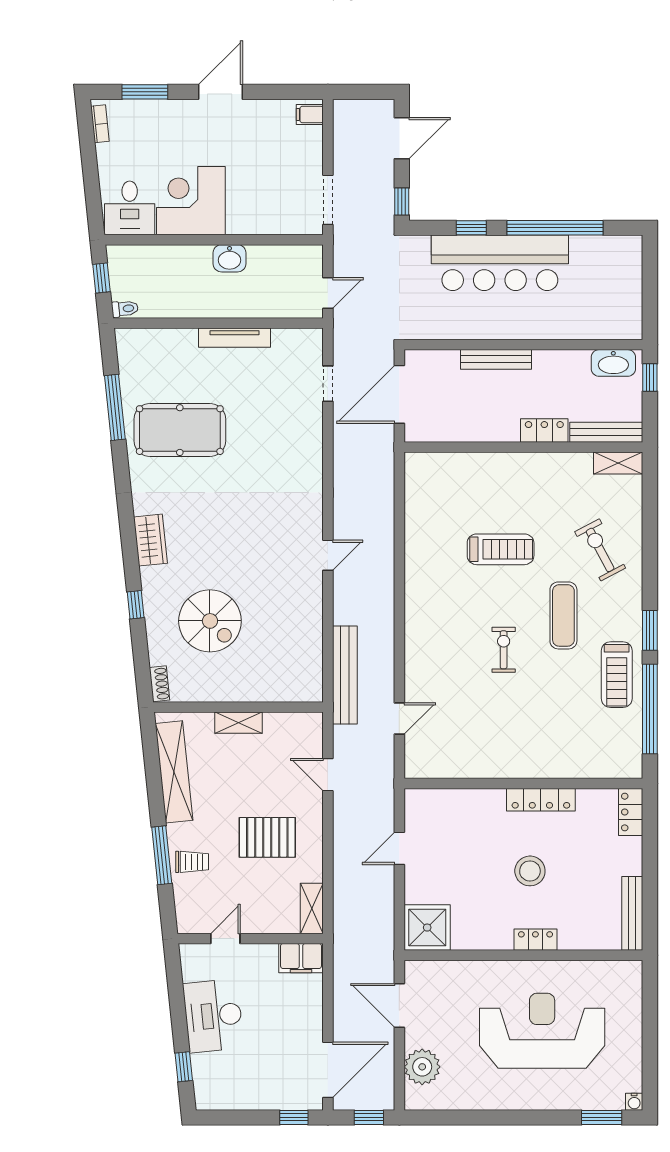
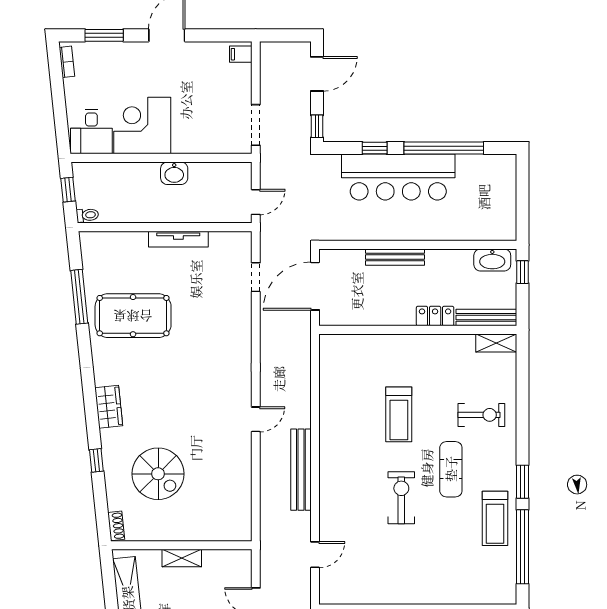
treadmill: (501, 549) -> (399, 414), turned 90
exercise bike: (600, 550) -> (481, 415), turned 118
exercise bike: (504, 650) -> (401, 498), width x1.38, depth x1.39
bench: (345, 675) -> (301, 470), moved

